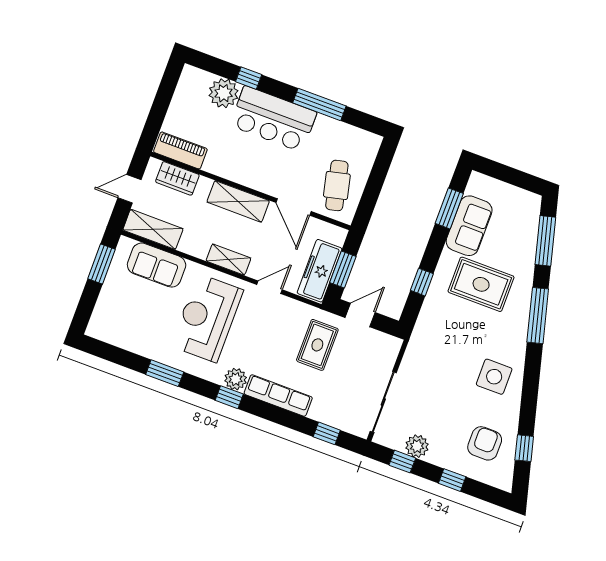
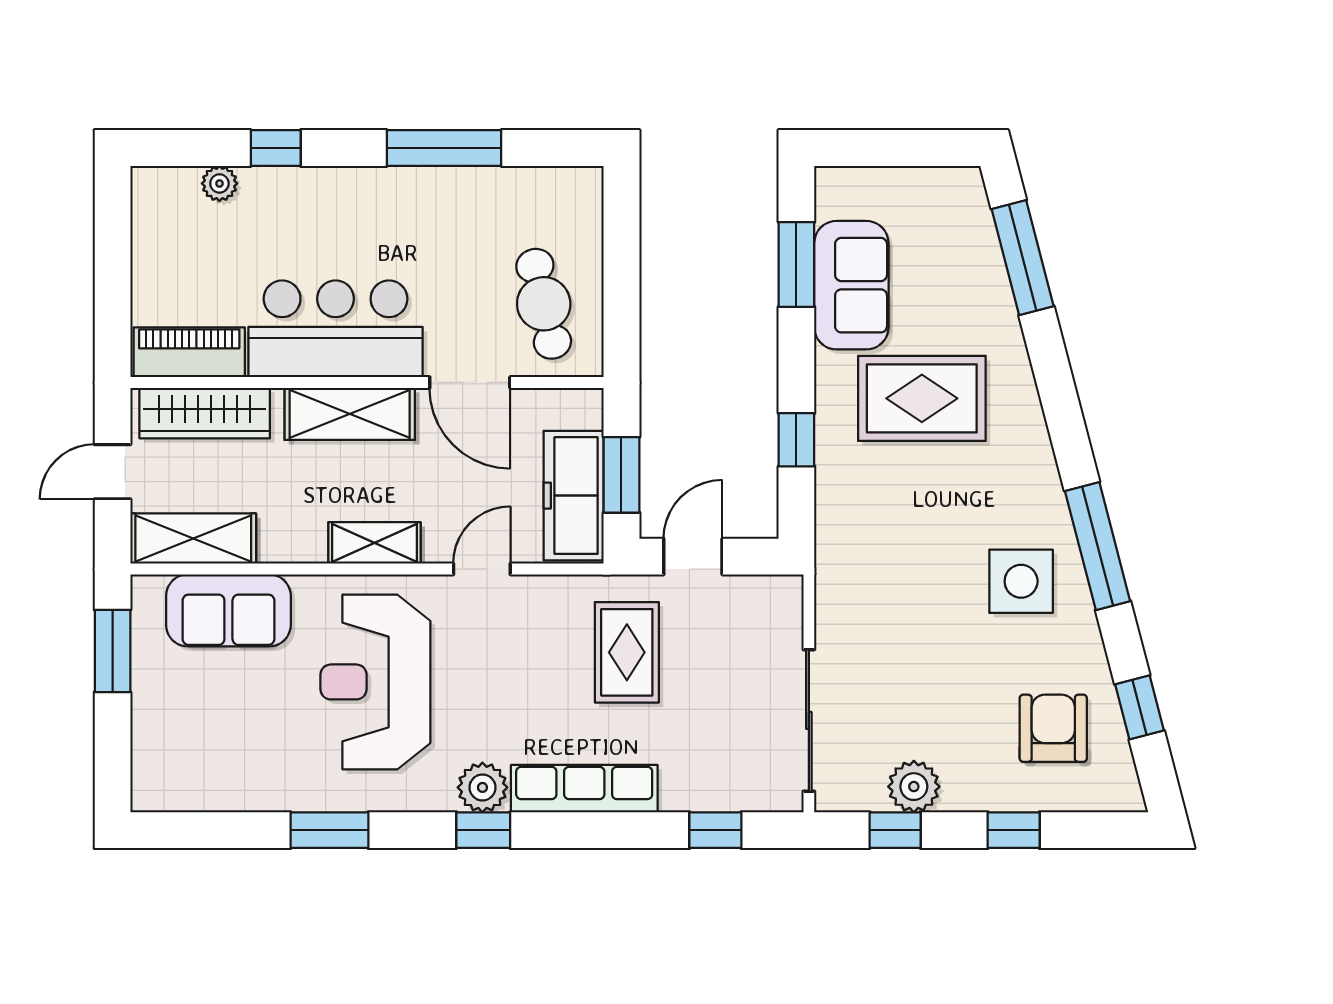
plant: (224, 93) -> (219, 183), width x0.53, depth x0.53
bar counter: (273, 119) -> (336, 329), moved, turned 180
wardrobe: (177, 178) -> (205, 413), width x1.50
window: (538, 316) -> (1098, 546), moved

